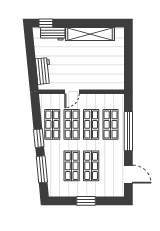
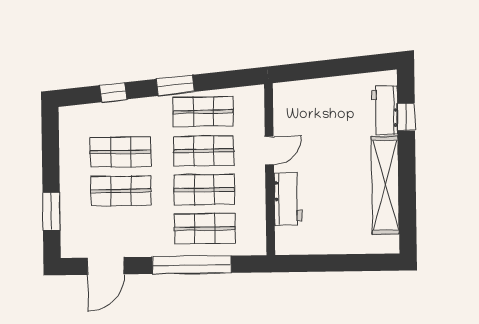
window: (46, 23) -> (406, 117), moved
workbench: (43, 71) -> (288, 199), moved, turned -84
door: (72, 92) -> (269, 151), swing flipped
window: (42, 169) -> (113, 92), width x0.46
window: (86, 201) -> (51, 211), moved

